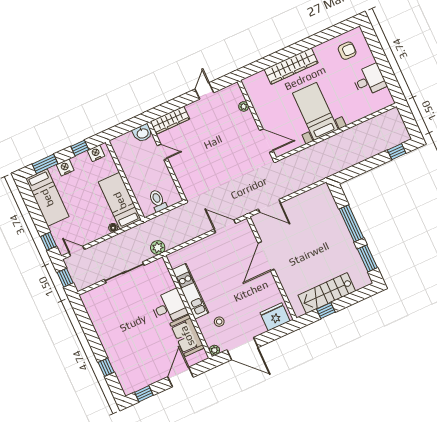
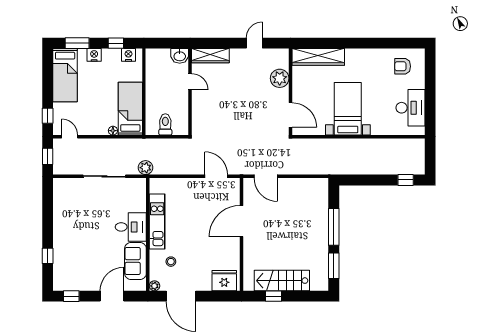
armchair: (347, 51) -> (403, 66), turned 180
wardrobe: (291, 66) -> (318, 57), moved
desk: (369, 80) -> (410, 108), width x1.37
plant: (244, 106) -> (280, 78), width x1.88, depth x1.88

